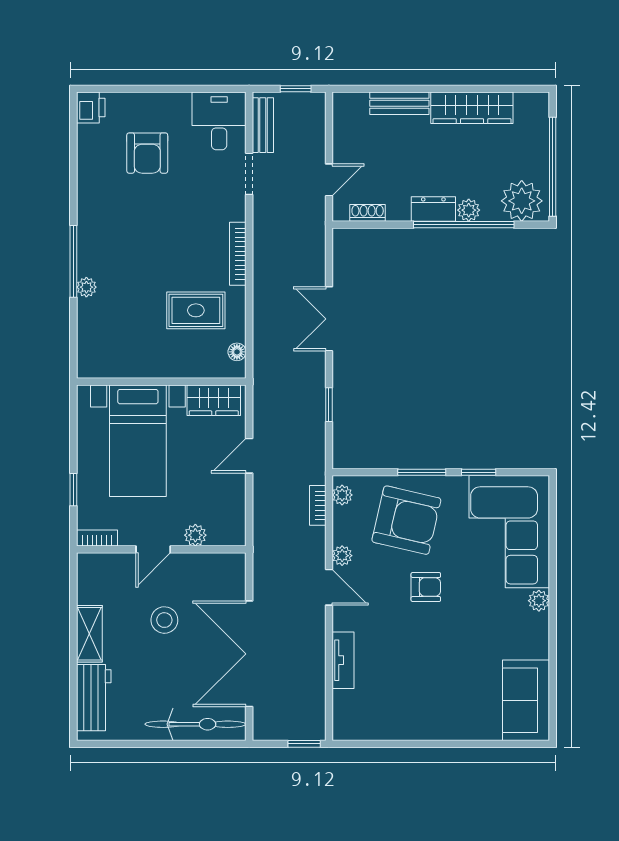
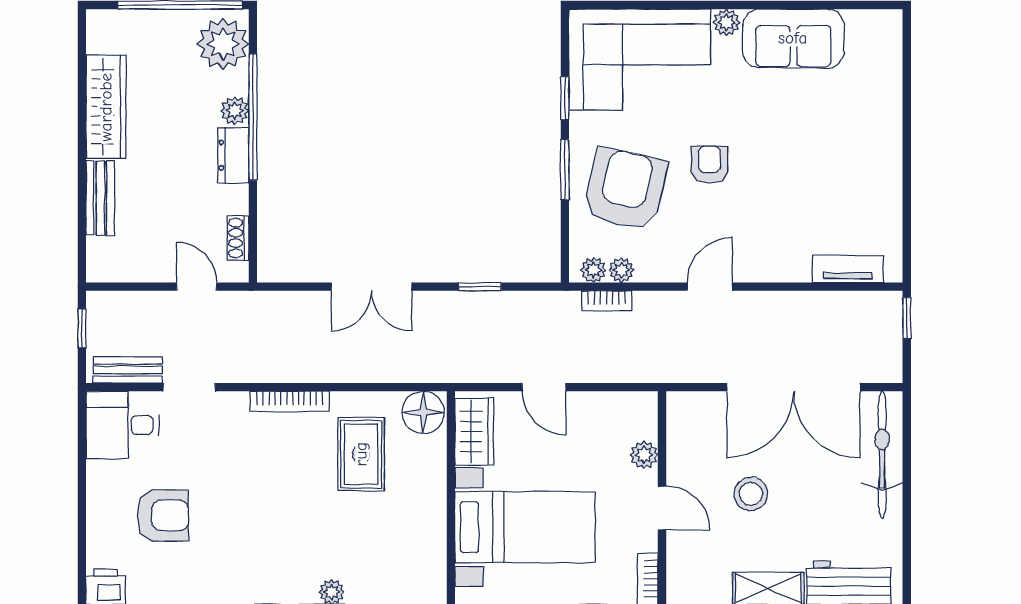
floor lamp: (237, 352) -> (423, 412), width x1.89, depth x1.89
plant: (342, 556) -> (621, 270), moved
tv unit: (343, 660) -> (848, 269), moved
sofa: (526, 700) -> (793, 38), moved

